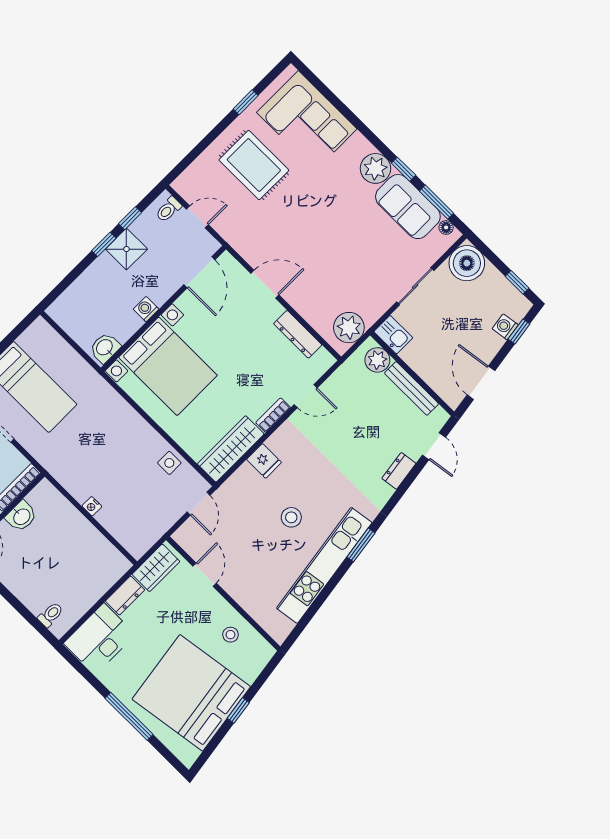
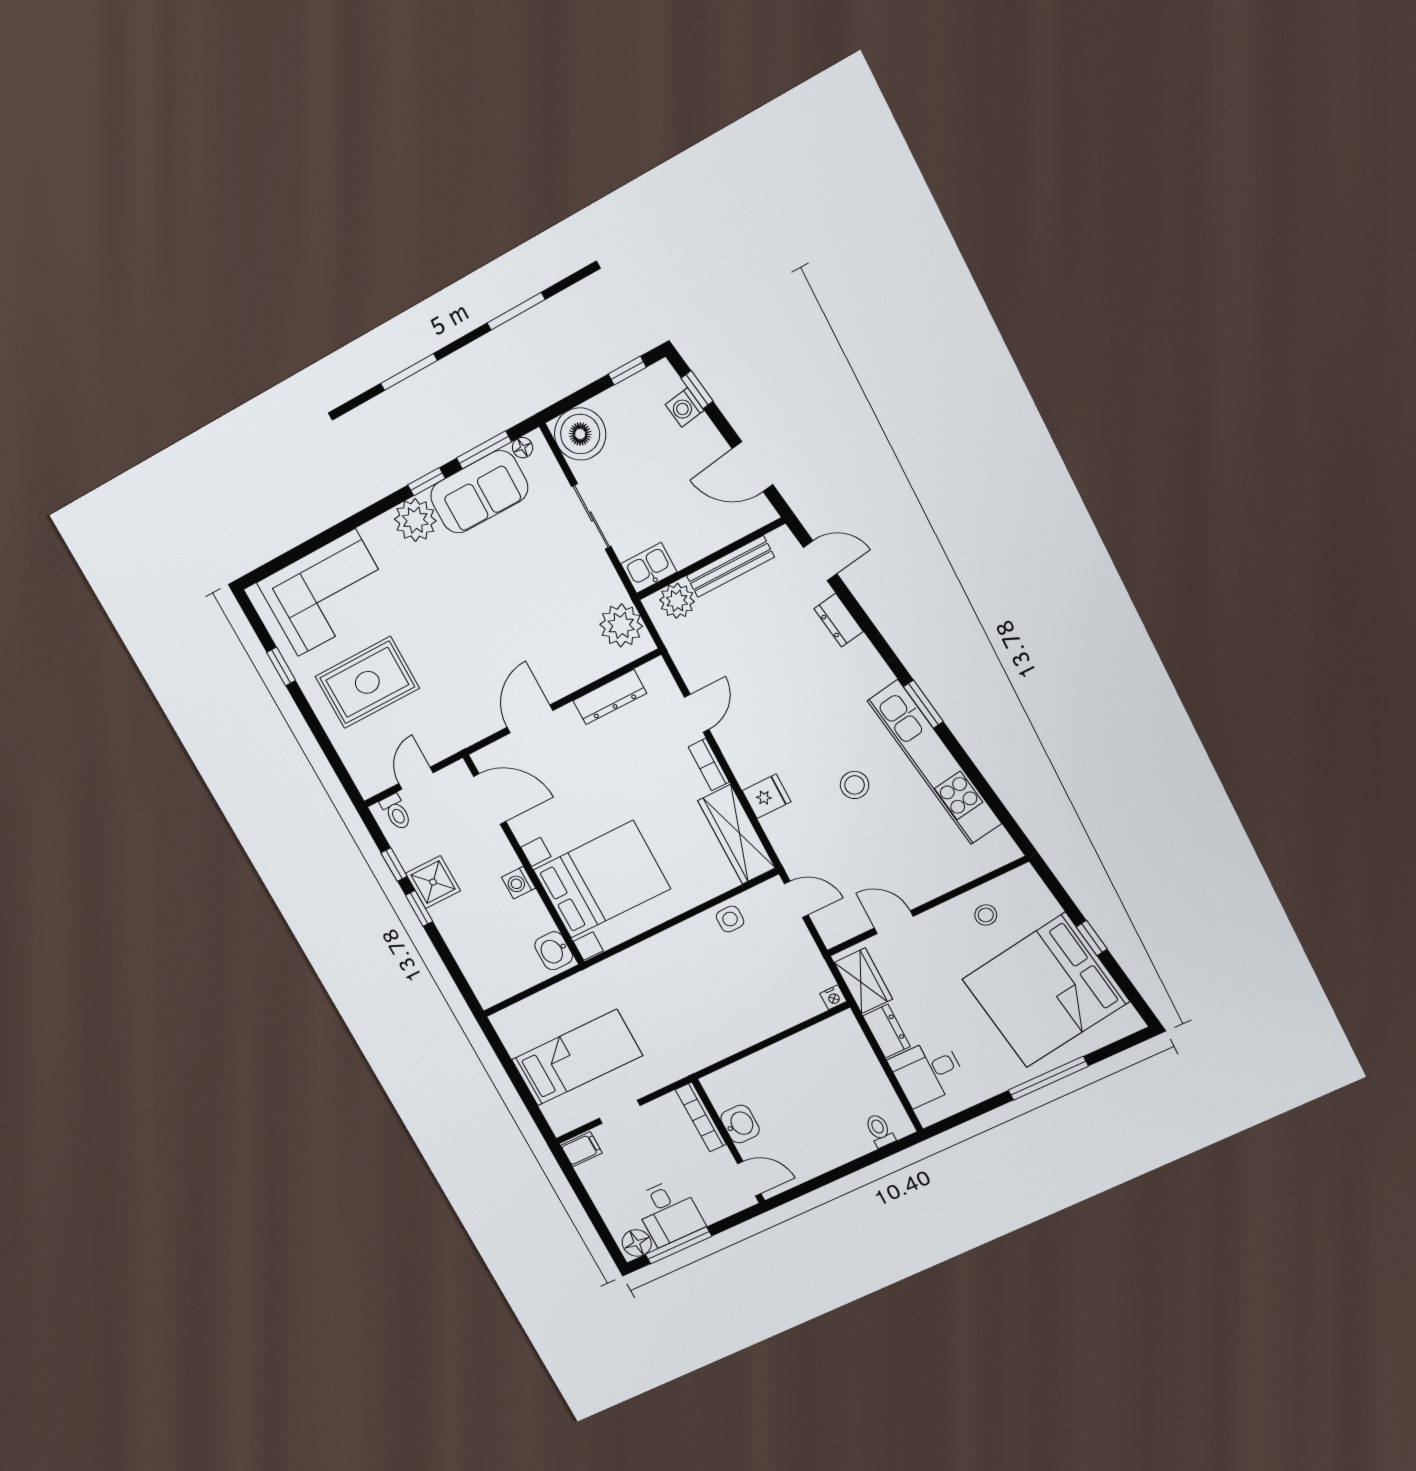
nightstand: (92, 506) -> (833, 997), moved
desk: (100, 639) -> (928, 1072), width x0.73

